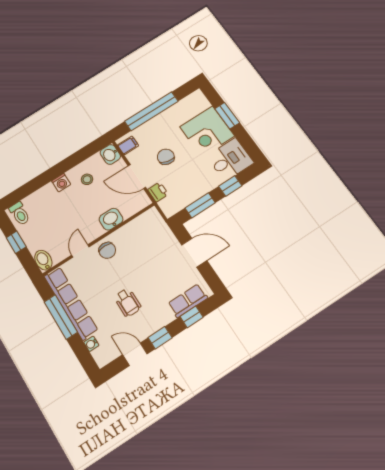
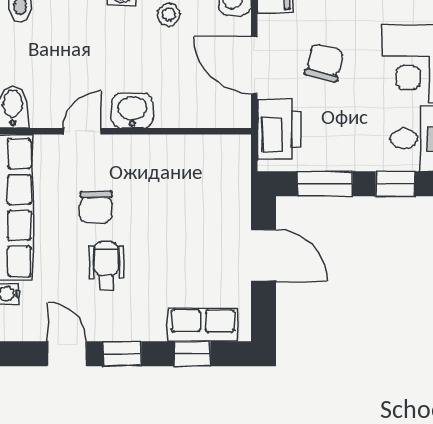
printer: (158, 192) -> (279, 129), width x1.87, depth x1.48
washbasin: (111, 219) -> (132, 111), moved
chair: (107, 250) -> (96, 207), moved
wheelchair: (128, 303) -> (106, 266), turned 180

